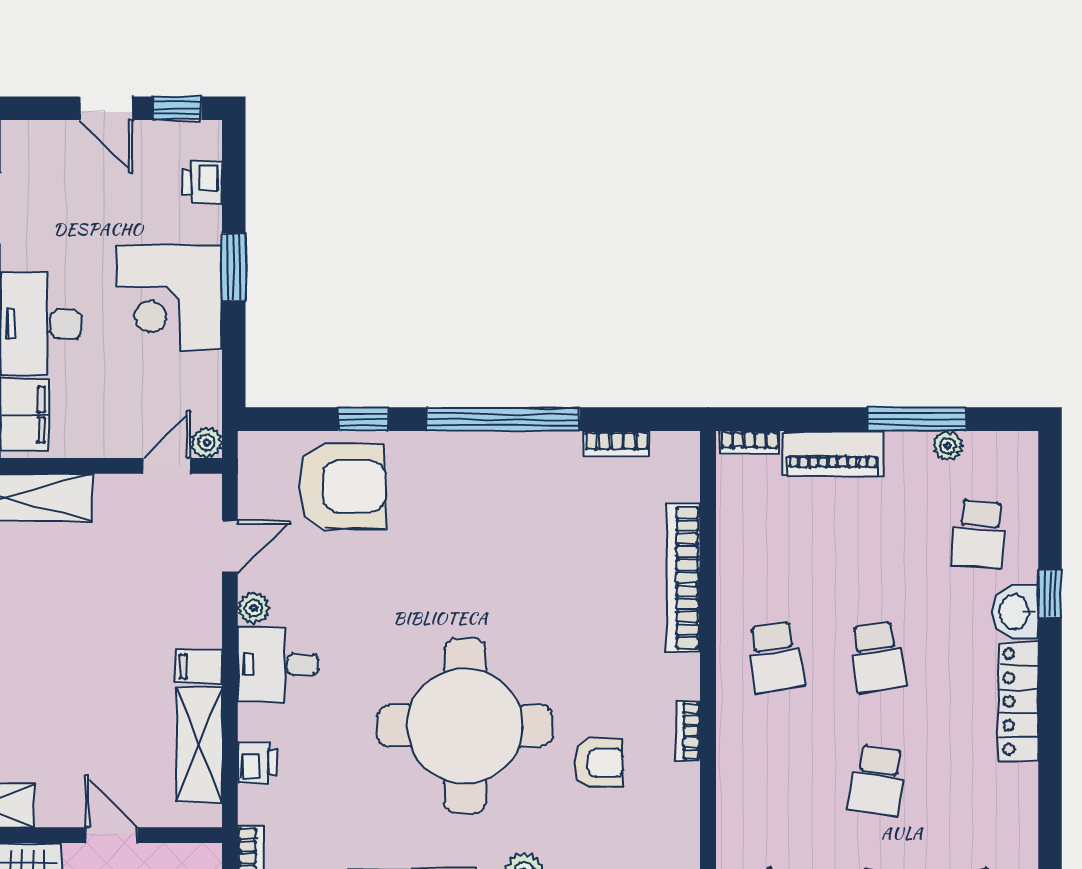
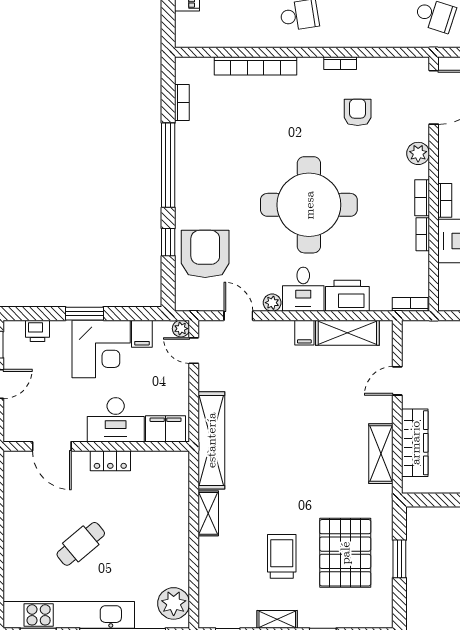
filing cabinet: (197, 372) -> (142, 334), added
bookcase: (750, 443) -> (181, 29), removed
round table: (465, 726) -> (309, 205), moved
printer: (257, 763) -> (347, 296), width x1.87, depth x1.48

